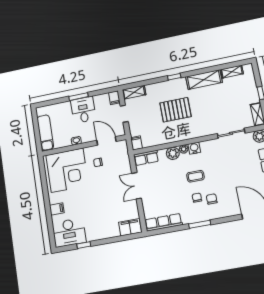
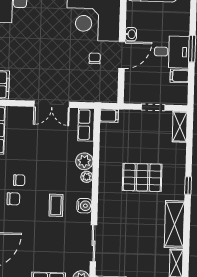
filing cabinet: (114, 98) -> (179, 76), moved
pallet: (175, 110) -> (142, 177), turned 90
door: (106, 141) -> (122, 55), moved
water cooler: (194, 148) -> (84, 206), moved
coffee table: (195, 176) -> (56, 205), moved
double door: (137, 186) -> (52, 104), swing flipped

